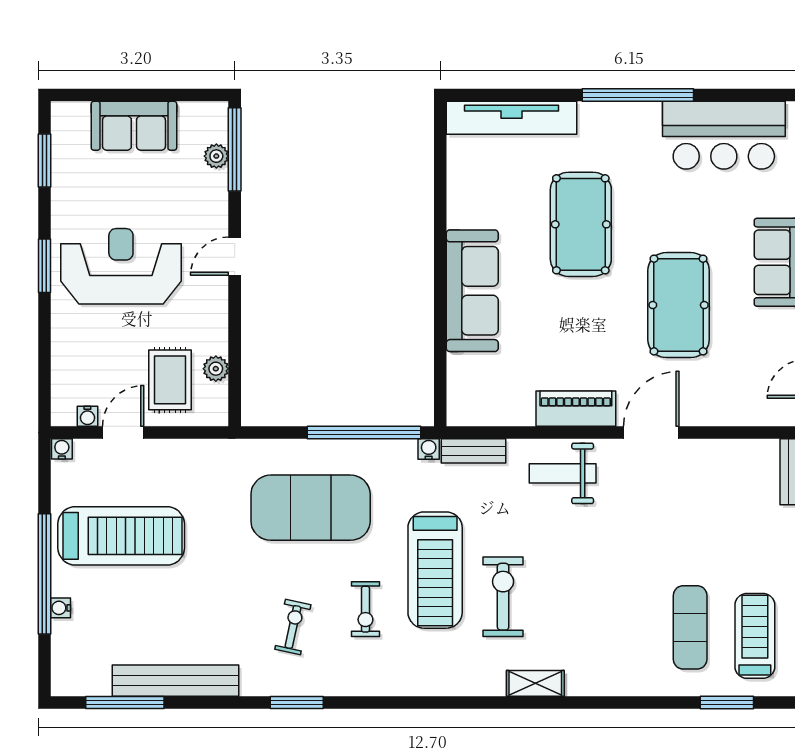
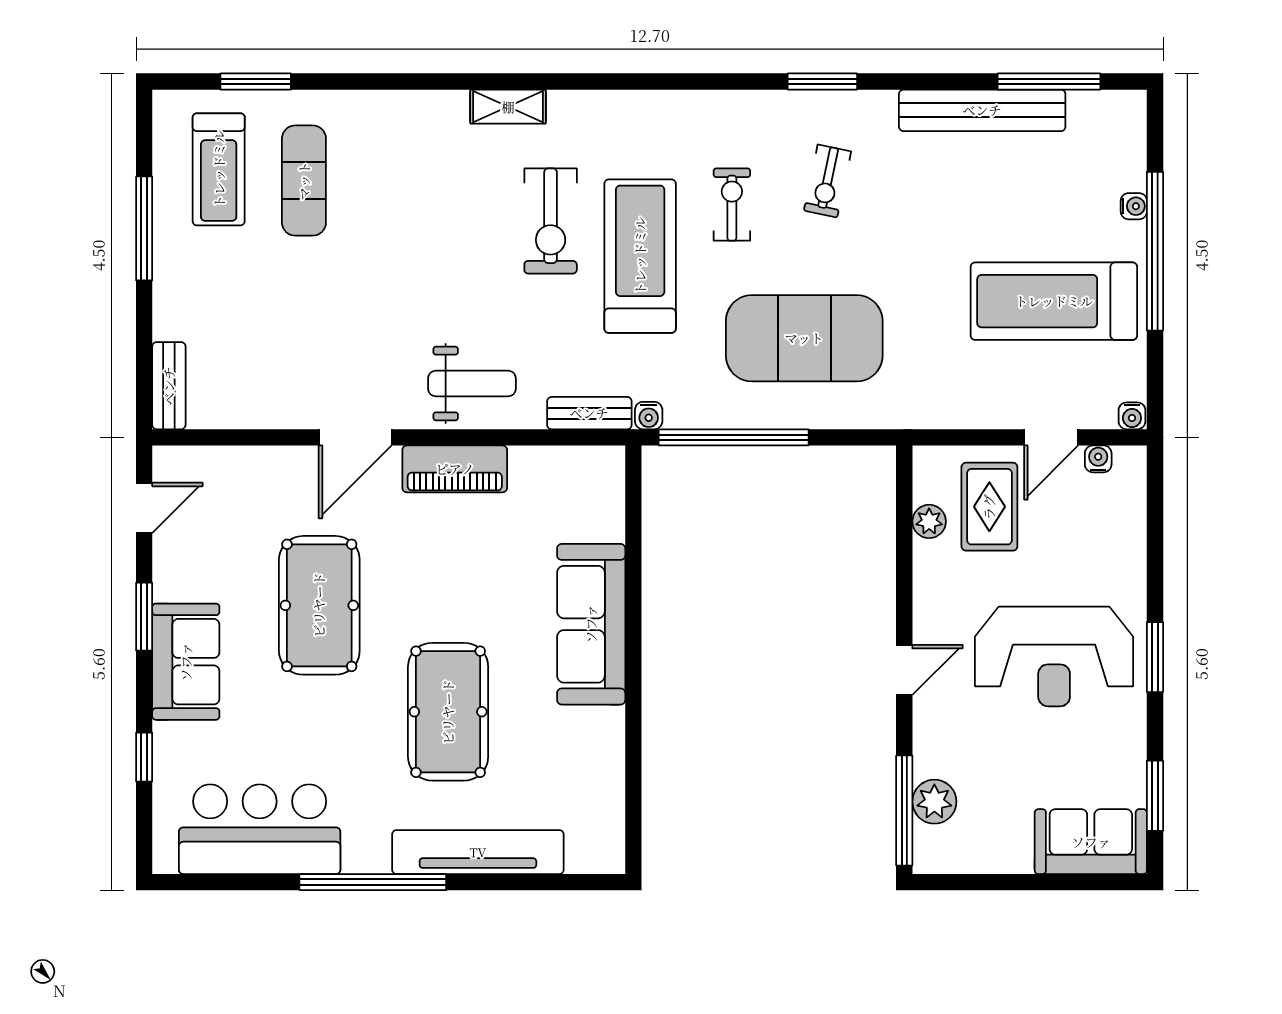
tv unit: (511, 118) -> (478, 852), moved
sofa: (134, 126) -> (1091, 842), moved
plant: (216, 156) -> (934, 802), width x1.38, depth x1.38

